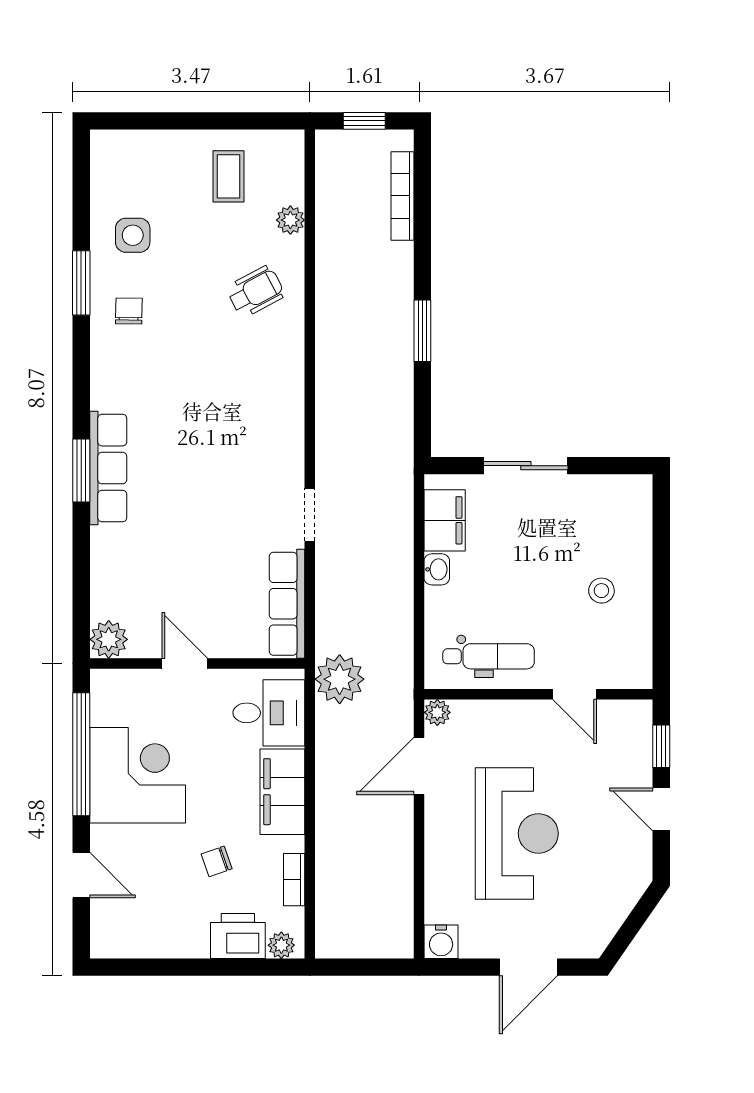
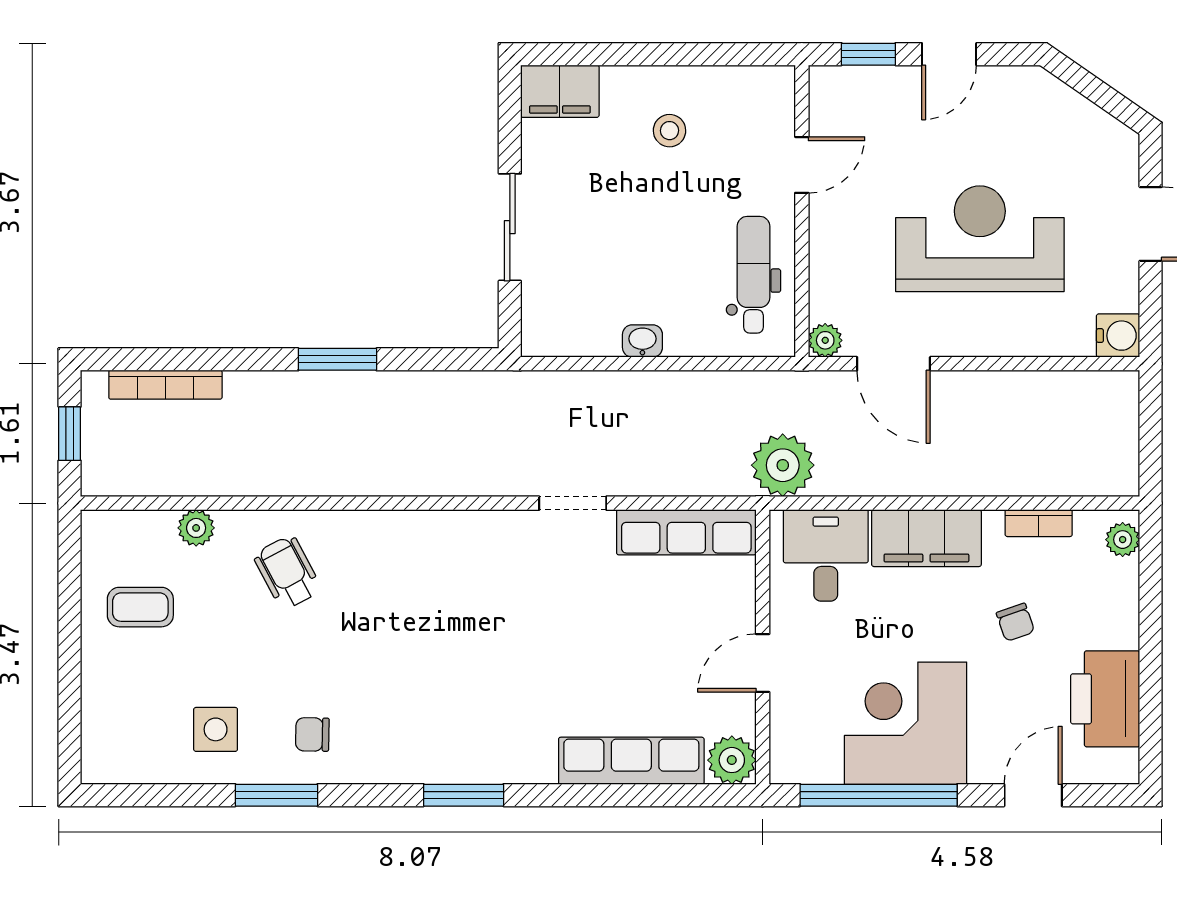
row of seats: (108, 468) -> (631, 761), moved
window: (81, 470) -> (464, 795), moved
filing cabinet: (445, 520) -> (560, 91), moved, turned 180
printer: (238, 936) -> (1105, 699), moved, width x1.37, depth x1.19

